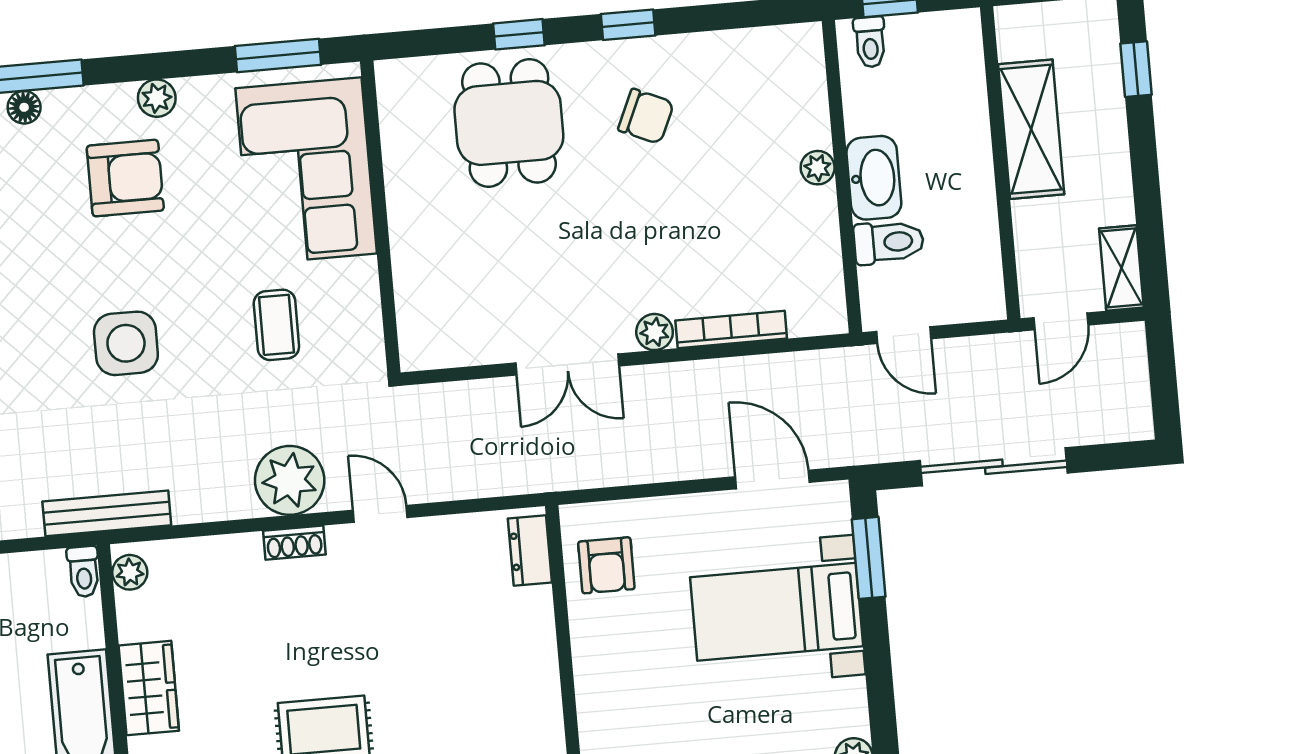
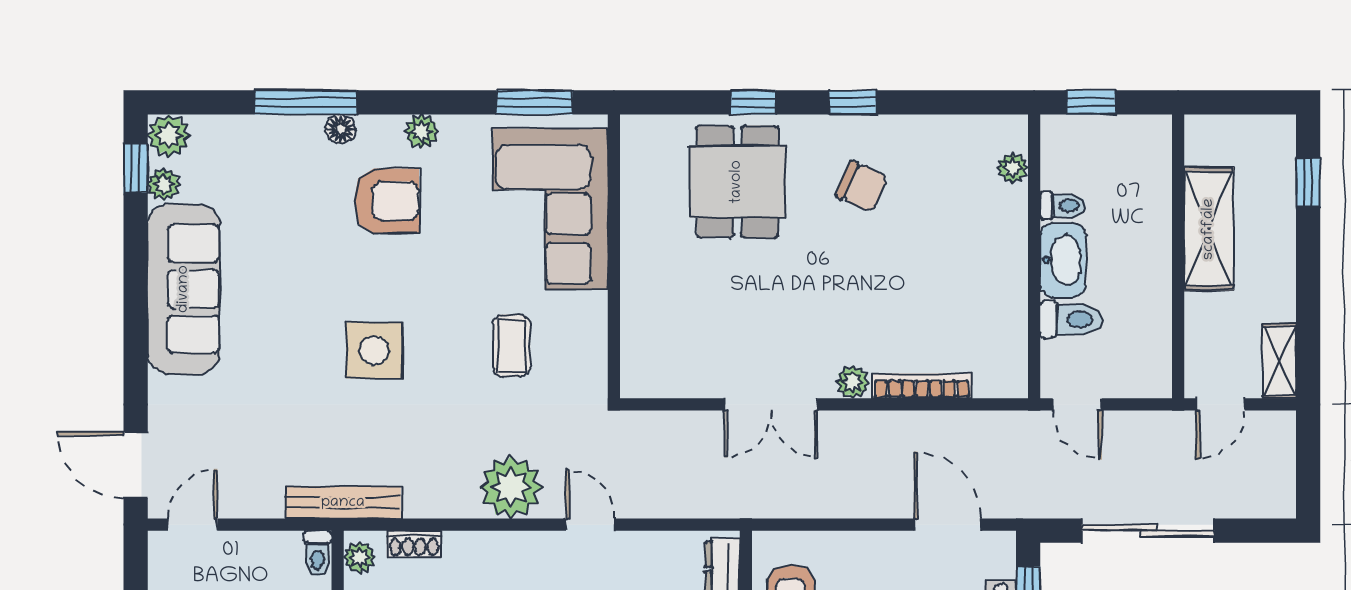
toilet: (870, 42) -> (1063, 206), moved, turned -90
floor lamp: (24, 107) -> (341, 129), moved
plant: (818, 168) -> (1013, 168), moved
shoe rack: (294, 543) -> (414, 544), moved

